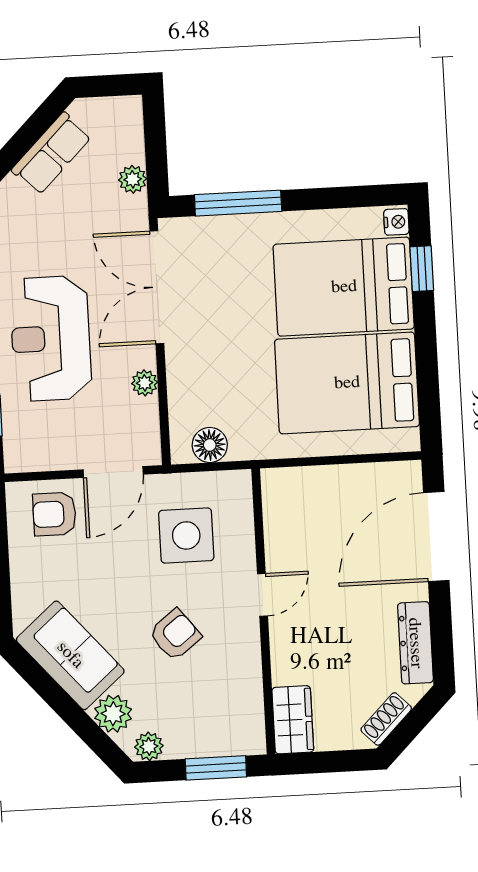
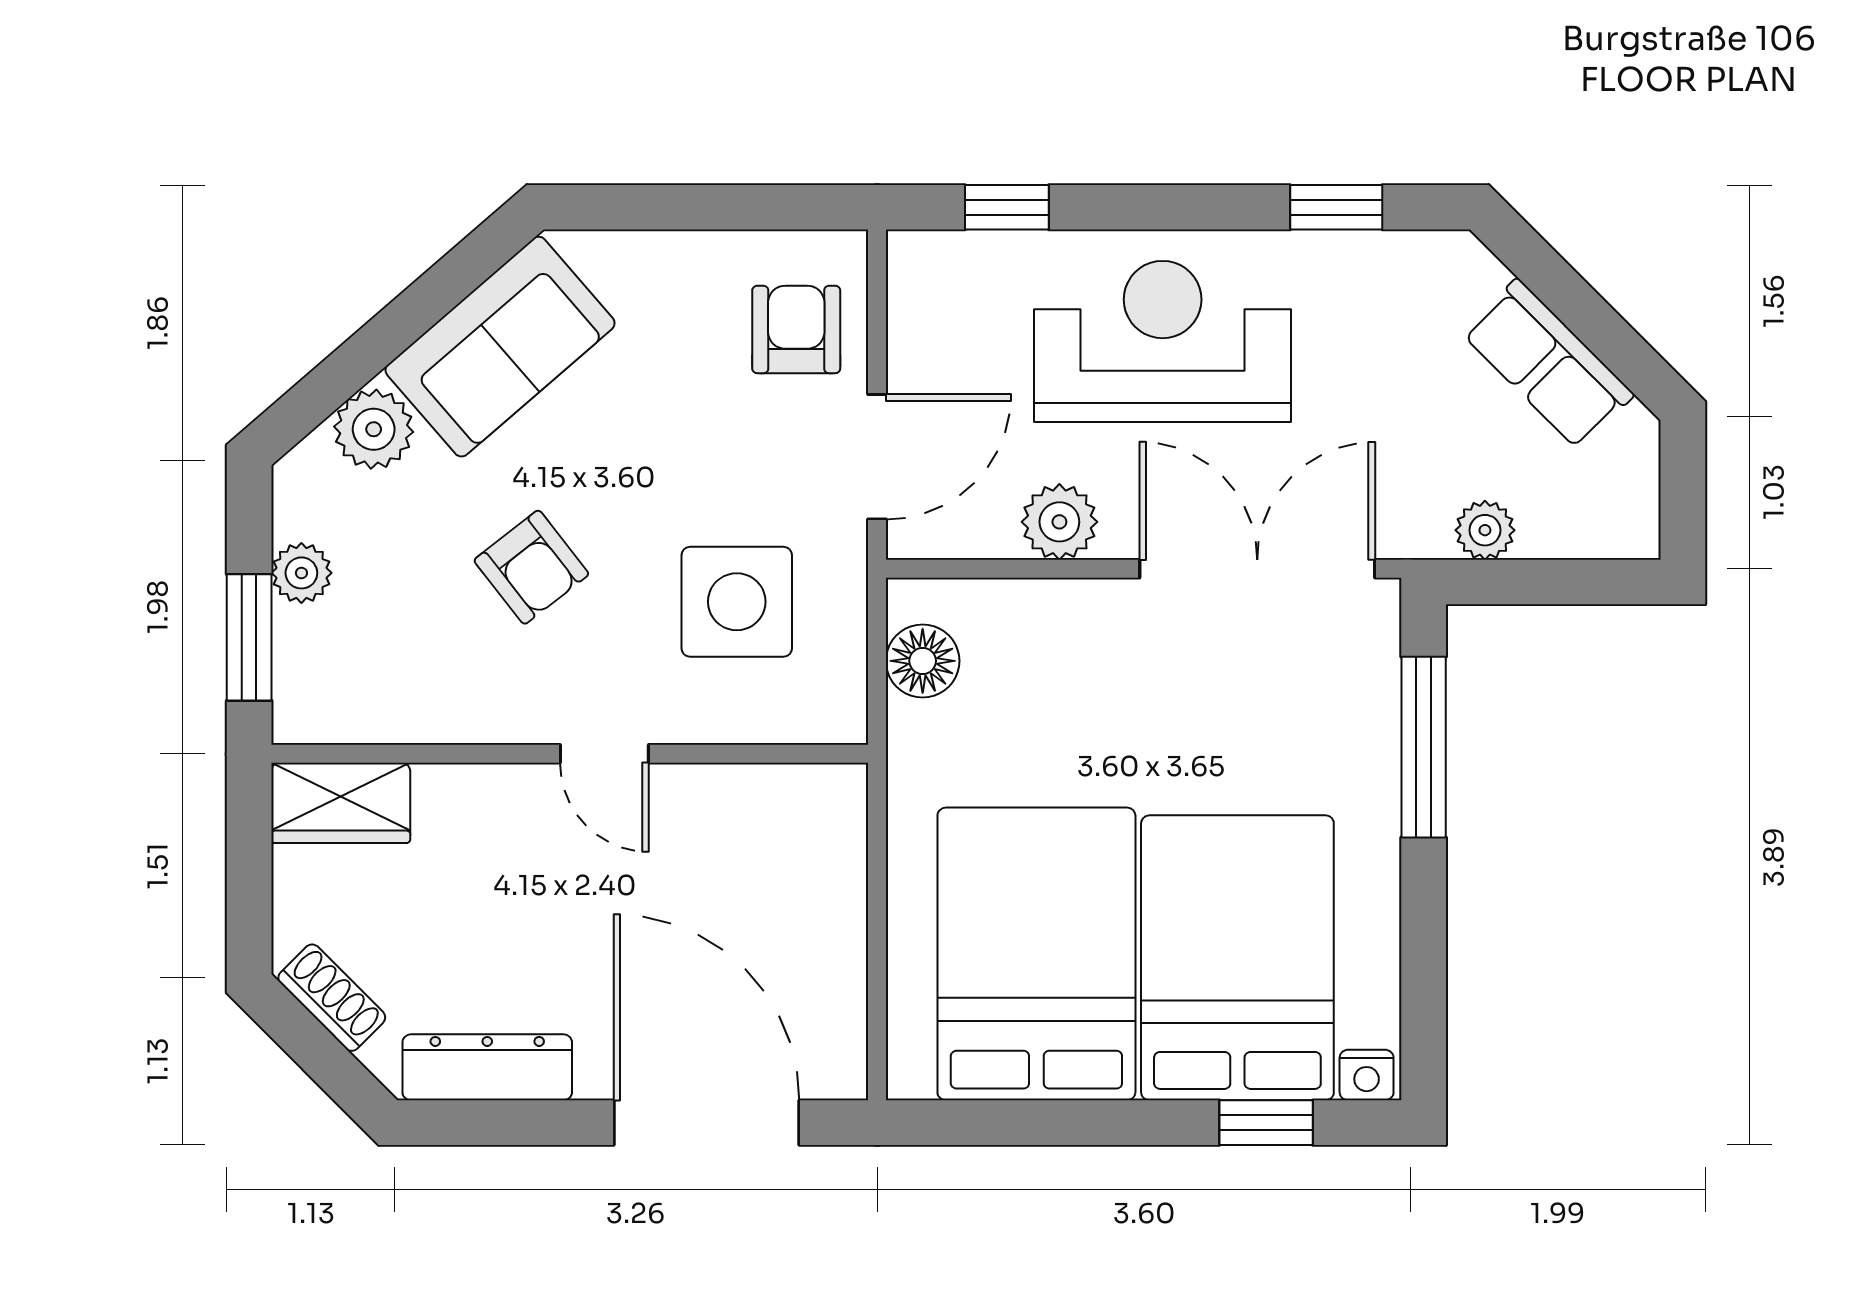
plant: (145, 383) -> (1059, 522), width x1.38, depth x1.38
door: (113, 472) -> (877, 457), swing flipped
plant: (149, 746) -> (301, 573), moved

